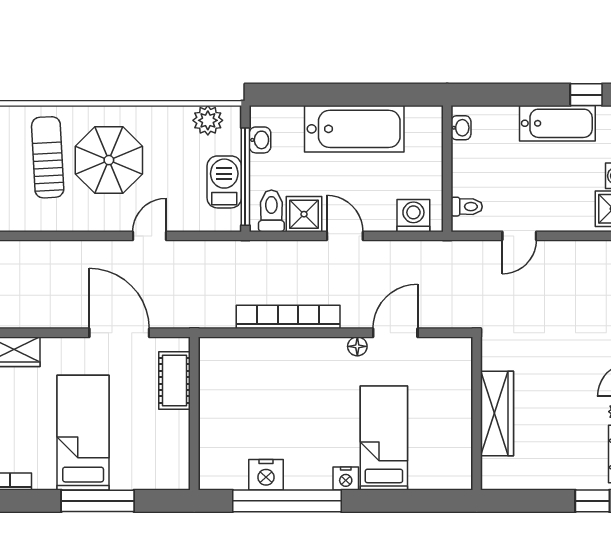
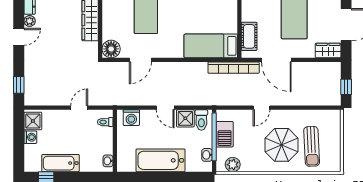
bookcase: (288, 317) -> (234, 68), moved
floor lamp: (357, 346) -> (111, 49), moved, width x1.89, depth x1.89
bed: (252, 361) -> (211, 46), added

